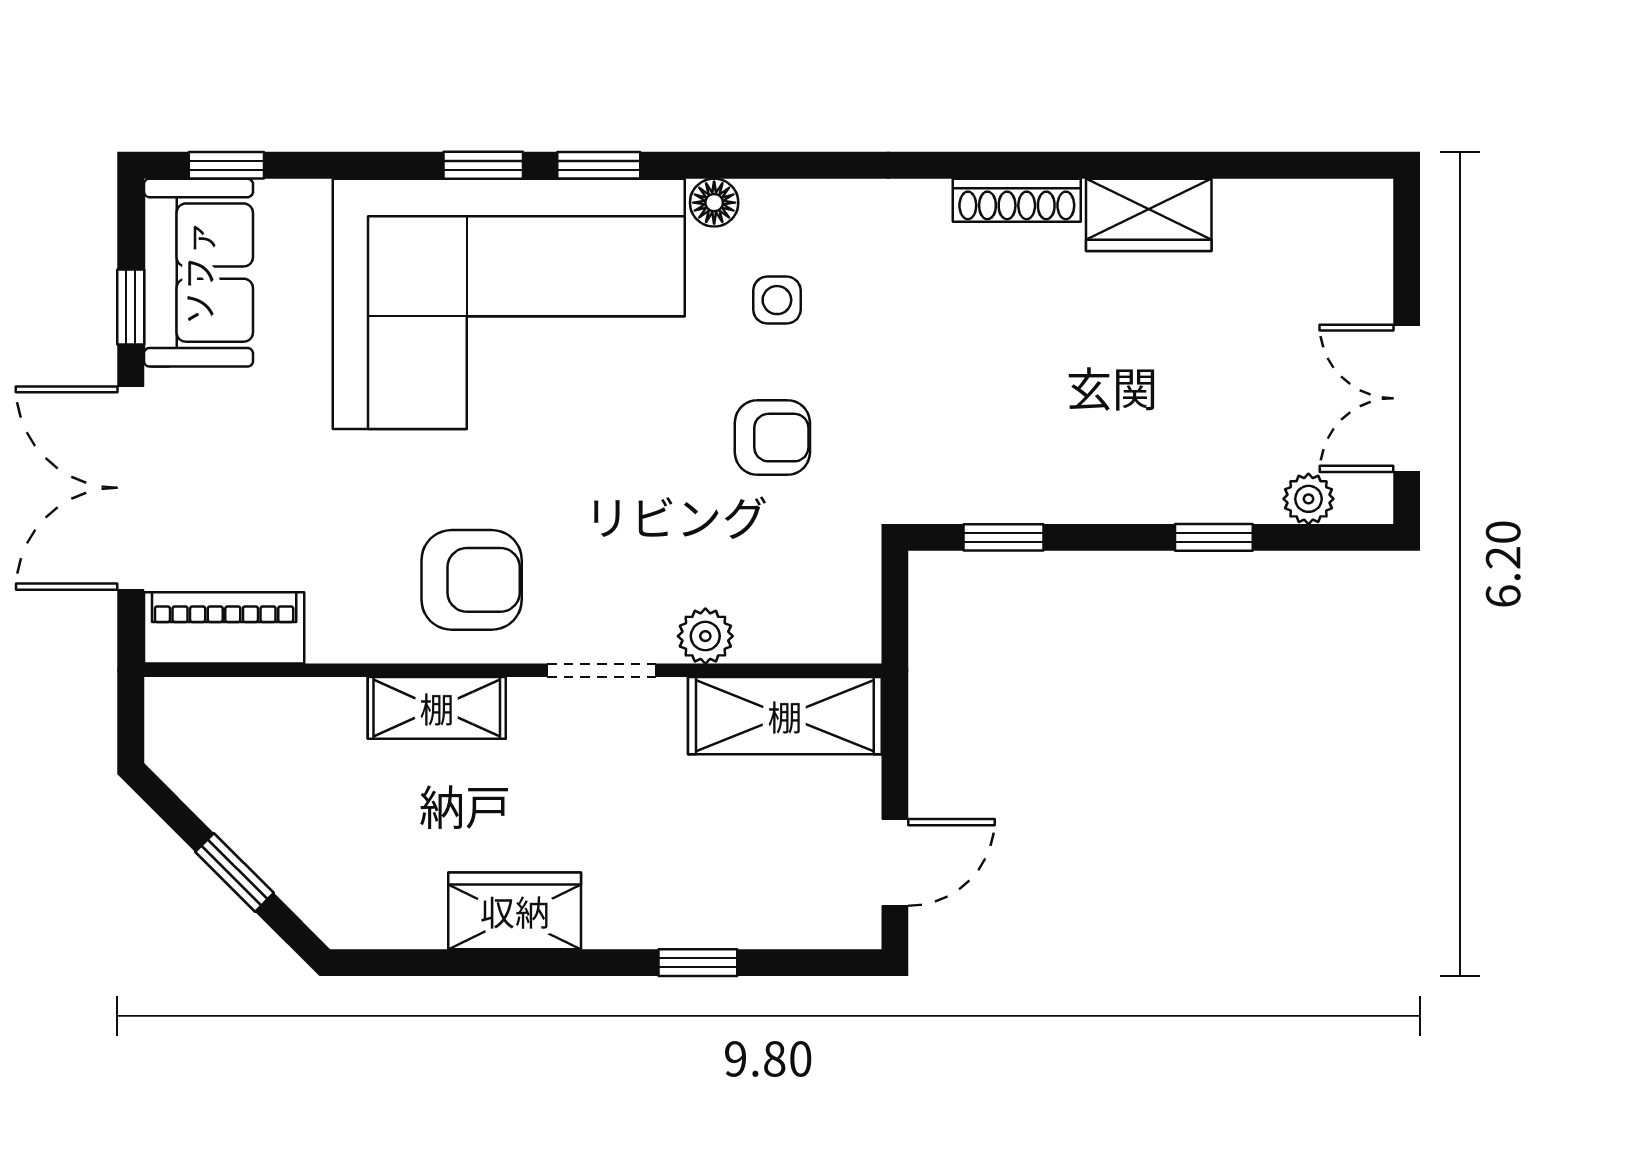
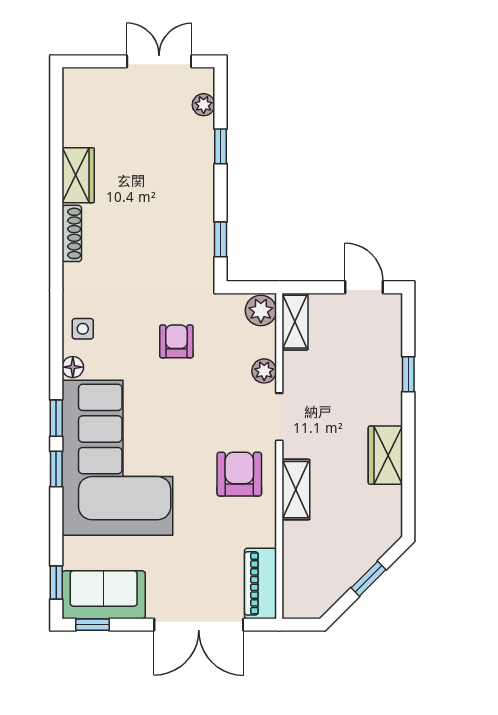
side table: (777, 300) -> (83, 329), moved
window: (131, 307) -> (93, 625), moved
double door: (1407, 398) -> (159, 61), swing flipped
plant: (842, 629) -> (261, 310), added
shelving: (785, 716) -> (295, 322), width x0.67, depth x0.75

